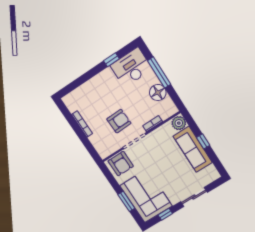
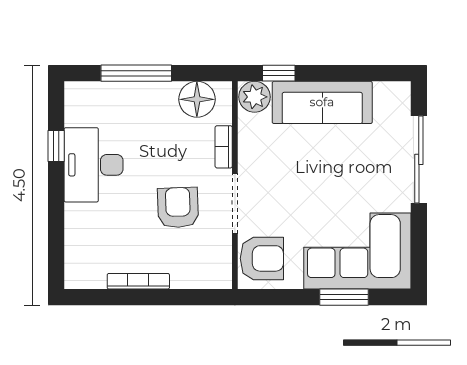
desk: (131, 67) -> (94, 165), moved
floor lamp: (158, 93) -> (197, 99), moved
window: (203, 141) -> (279, 73), moved
sliding door: (194, 197) -> (419, 159), width x1.37
window: (165, 214) -> (419, 238), removed

